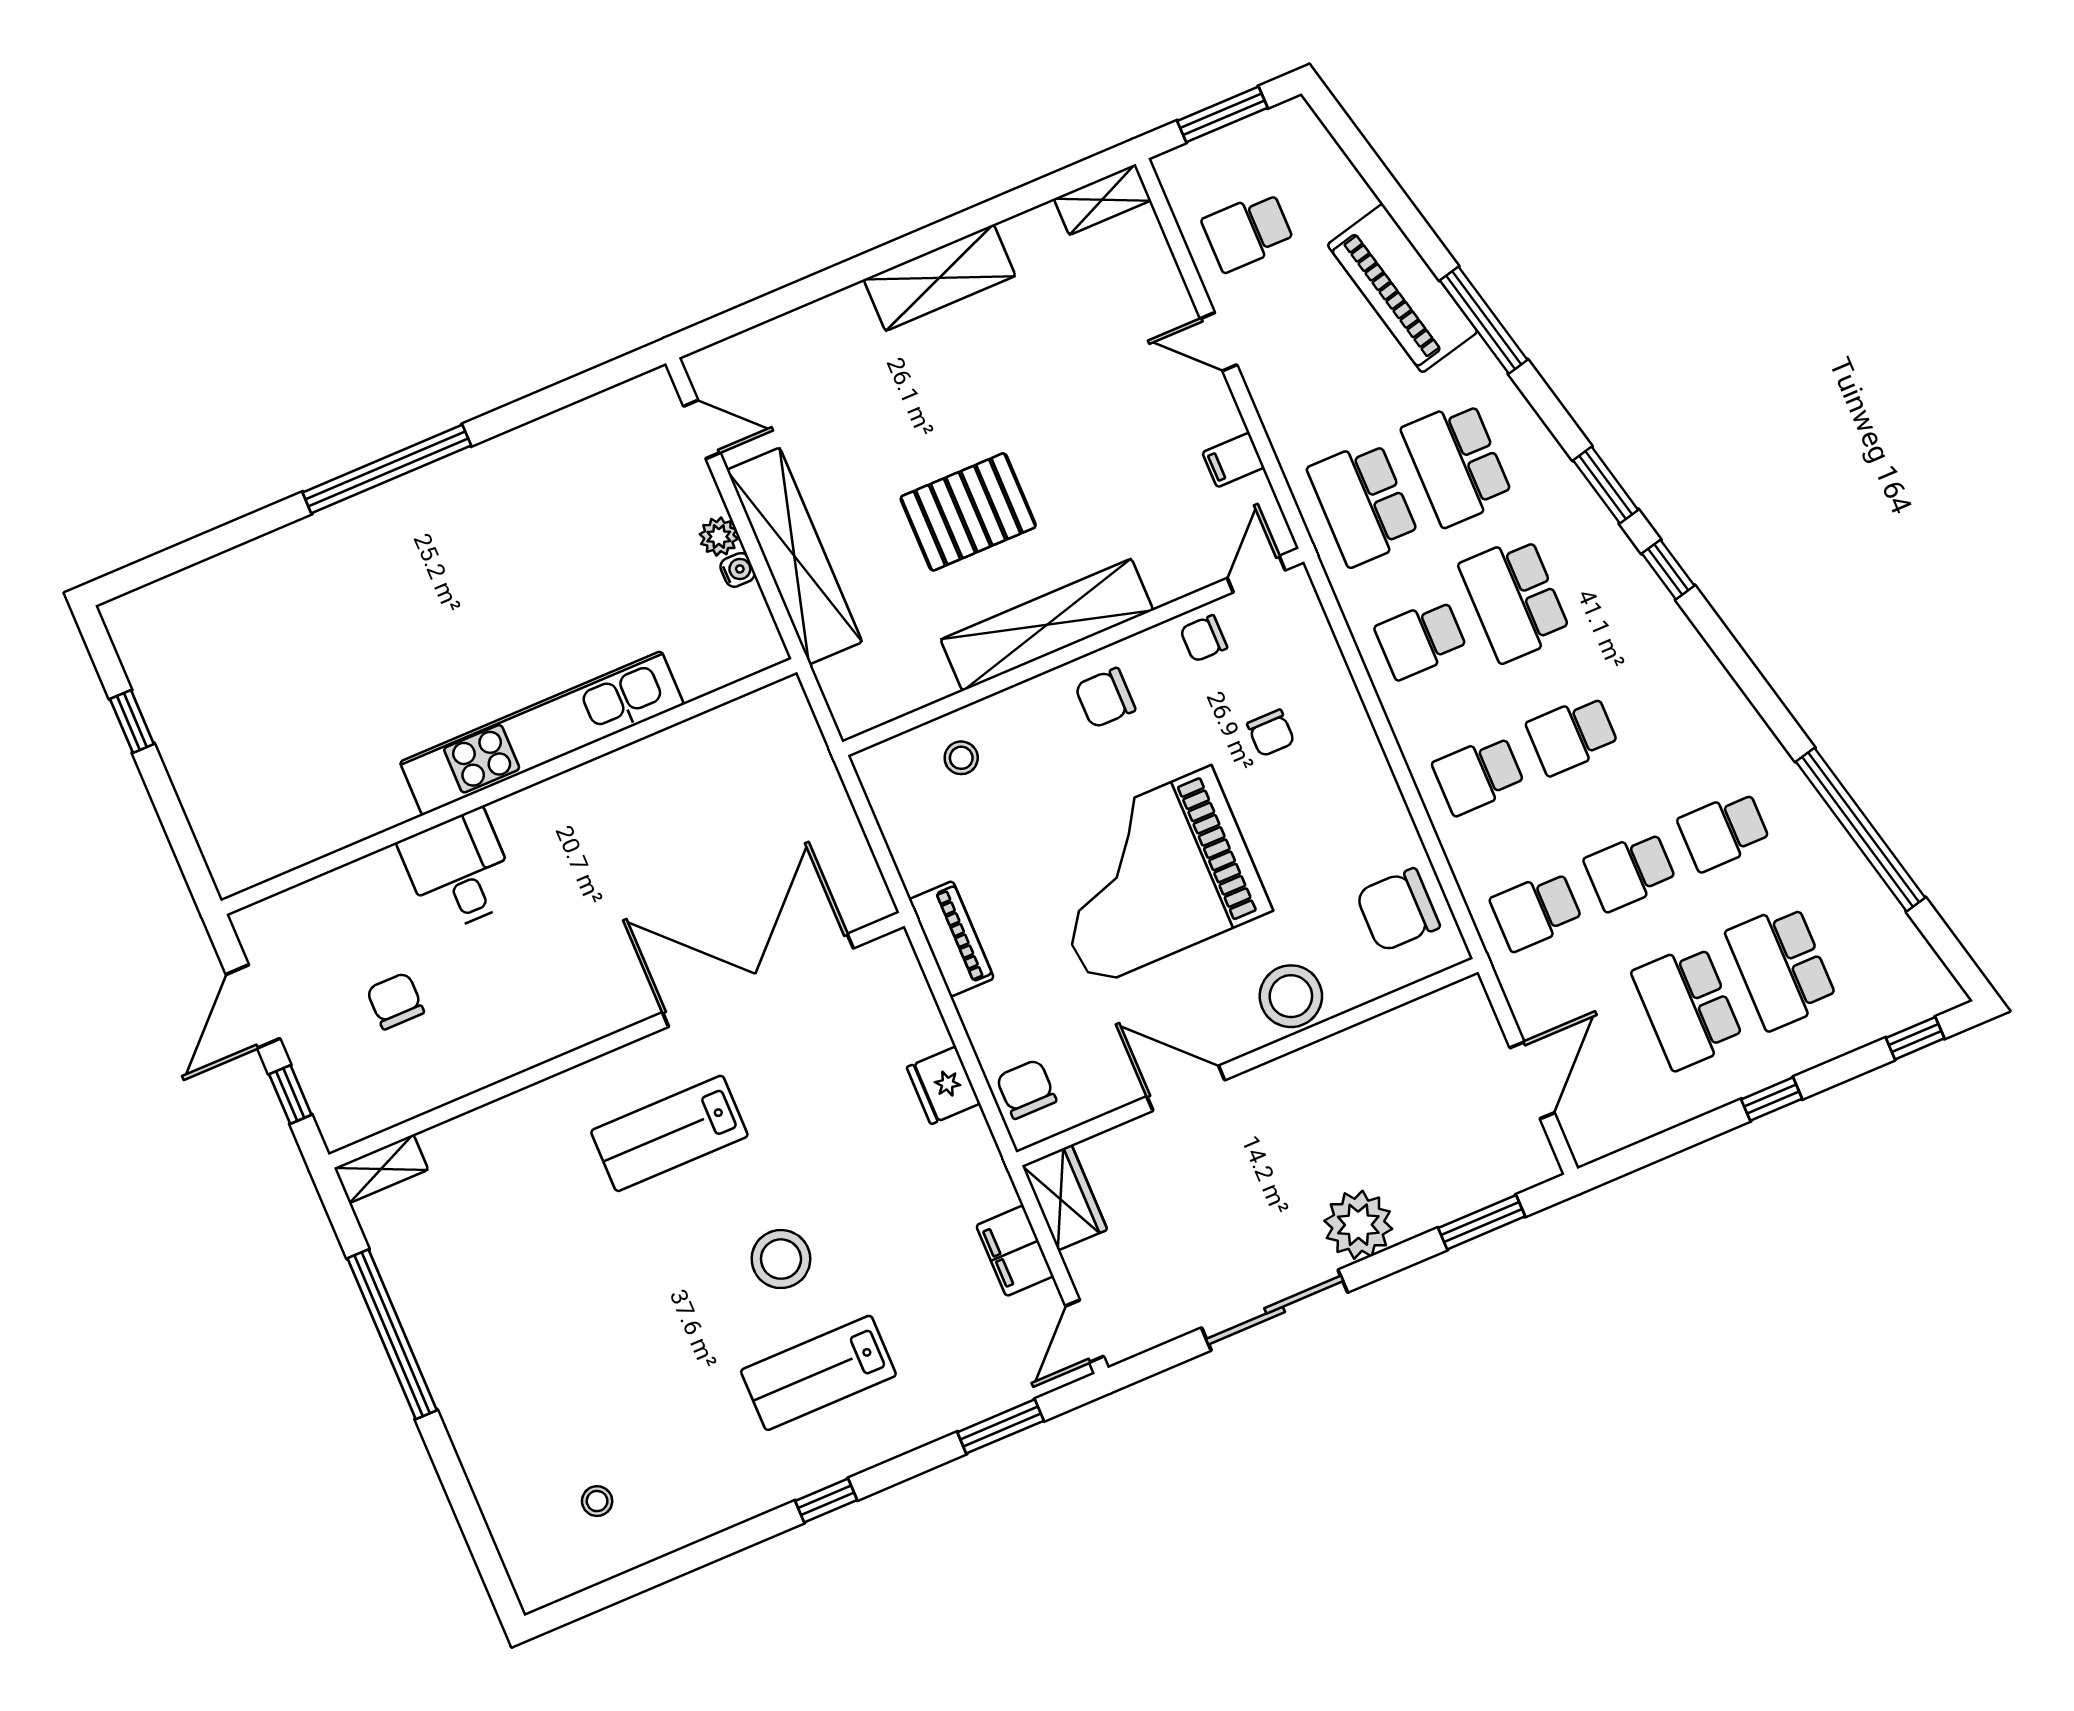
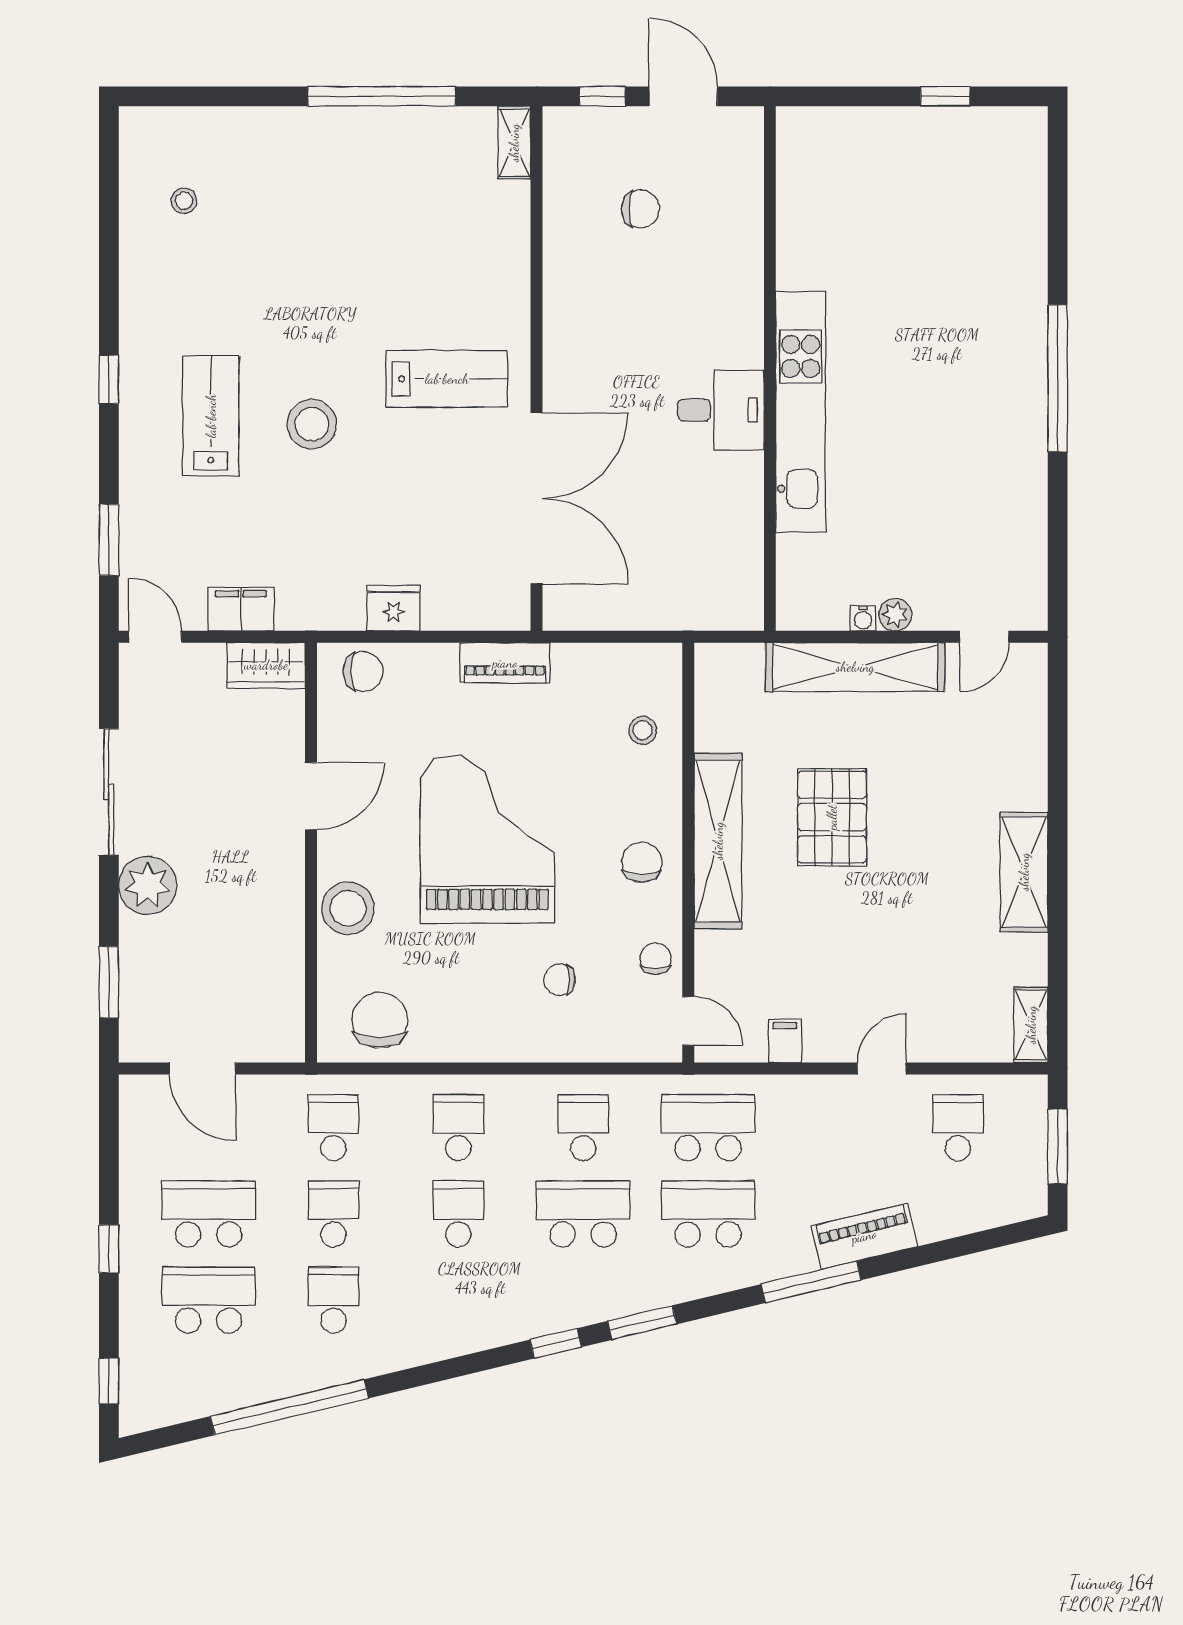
piano: (1402, 288) -> (864, 1236), width x0.73, depth x0.75
desk: (459, 871) -> (721, 410), moved
lab bench: (669, 1133) -> (447, 379), turned 90

